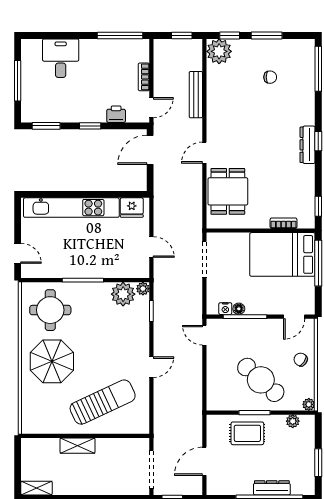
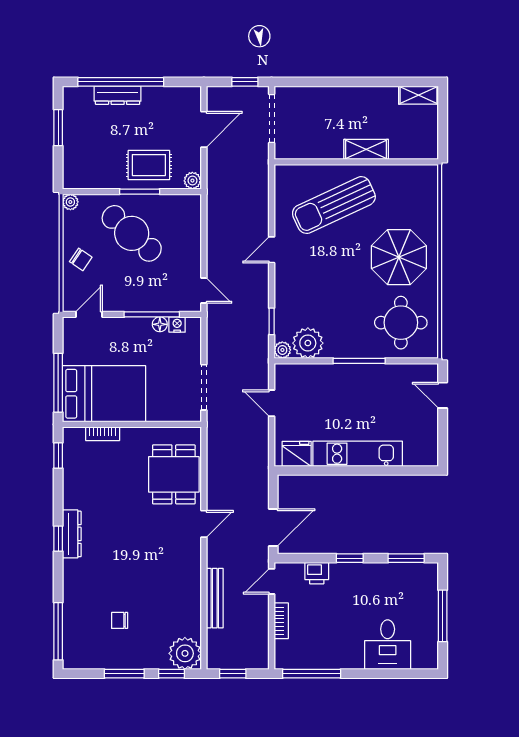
kitchen unit: (71, 208) -> (358, 454), width x0.73
plant: (293, 421) -> (192, 181), moved

